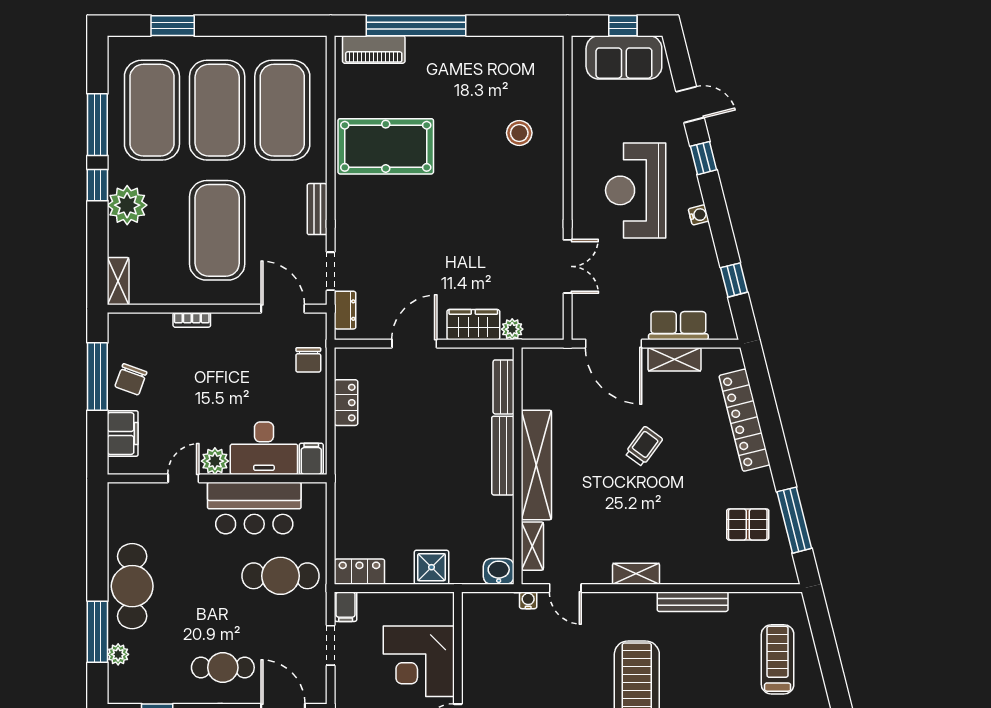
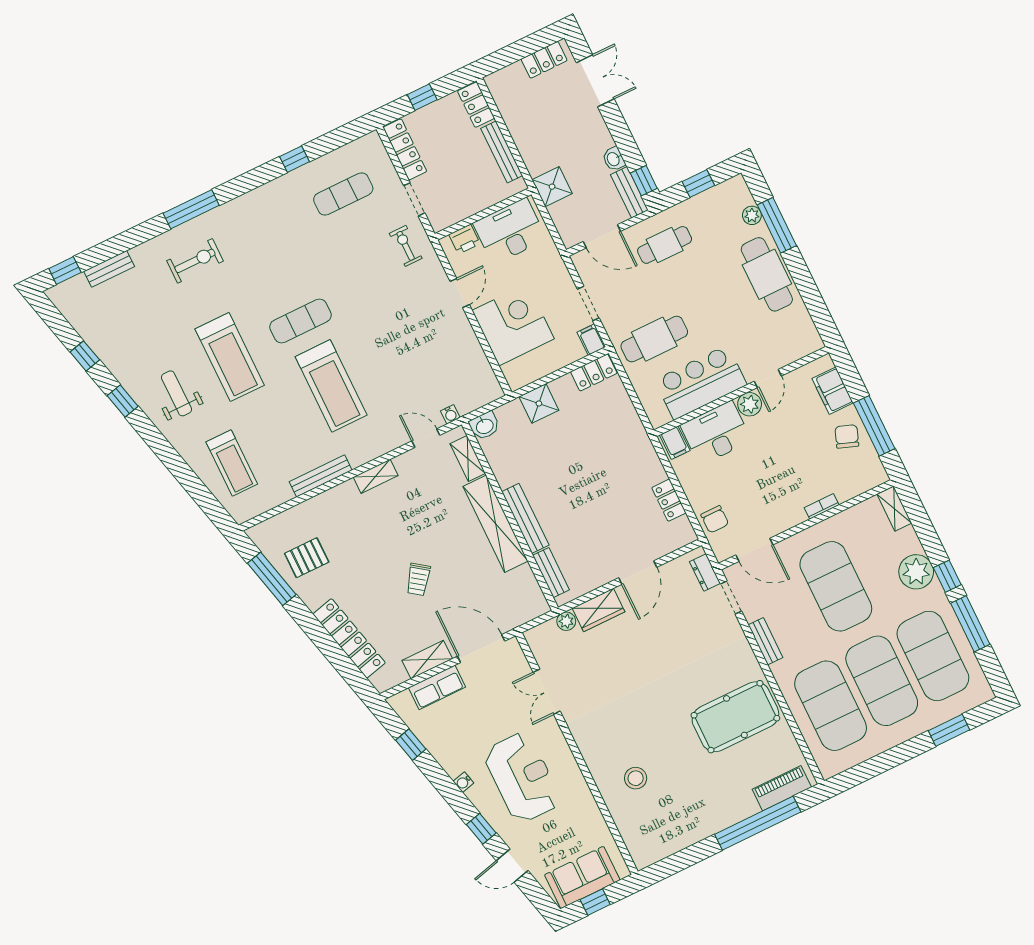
chair: (308, 360) -> (715, 519), turned 180

